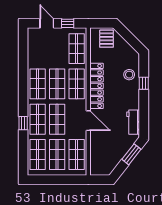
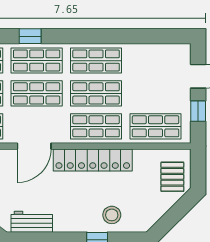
pallet: (107, 39) -> (172, 177), turned 90

